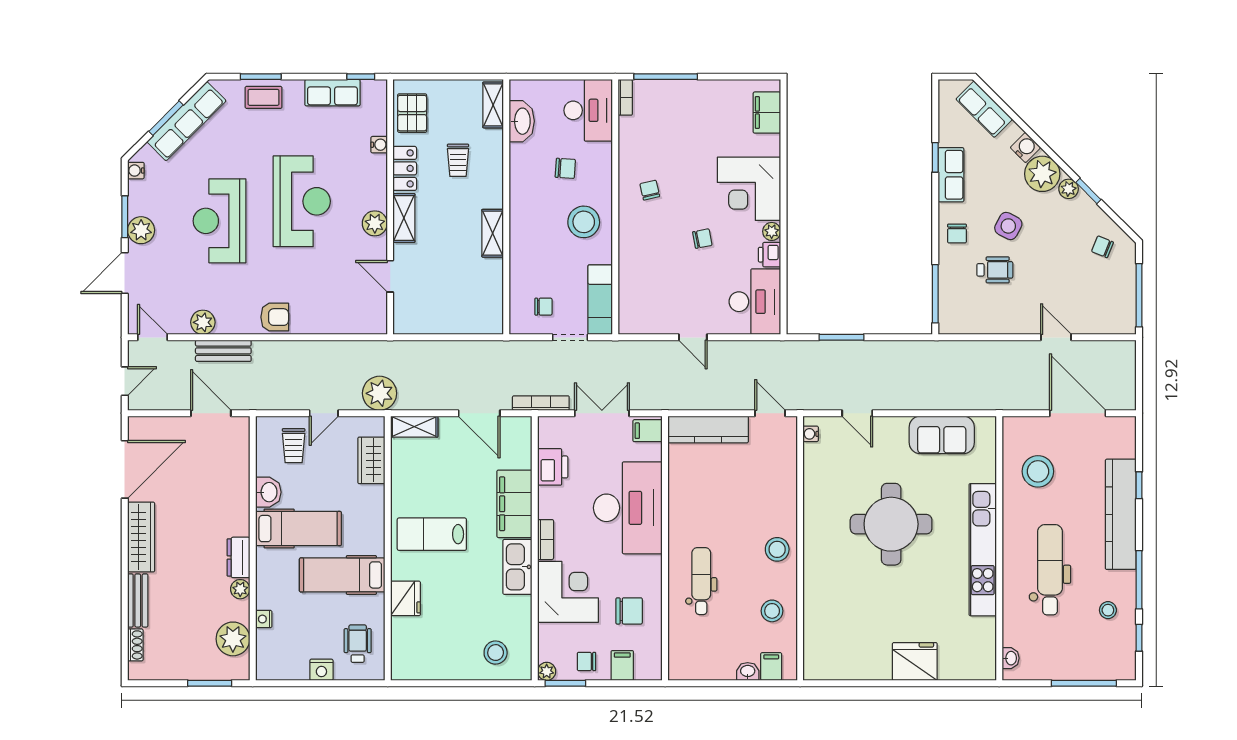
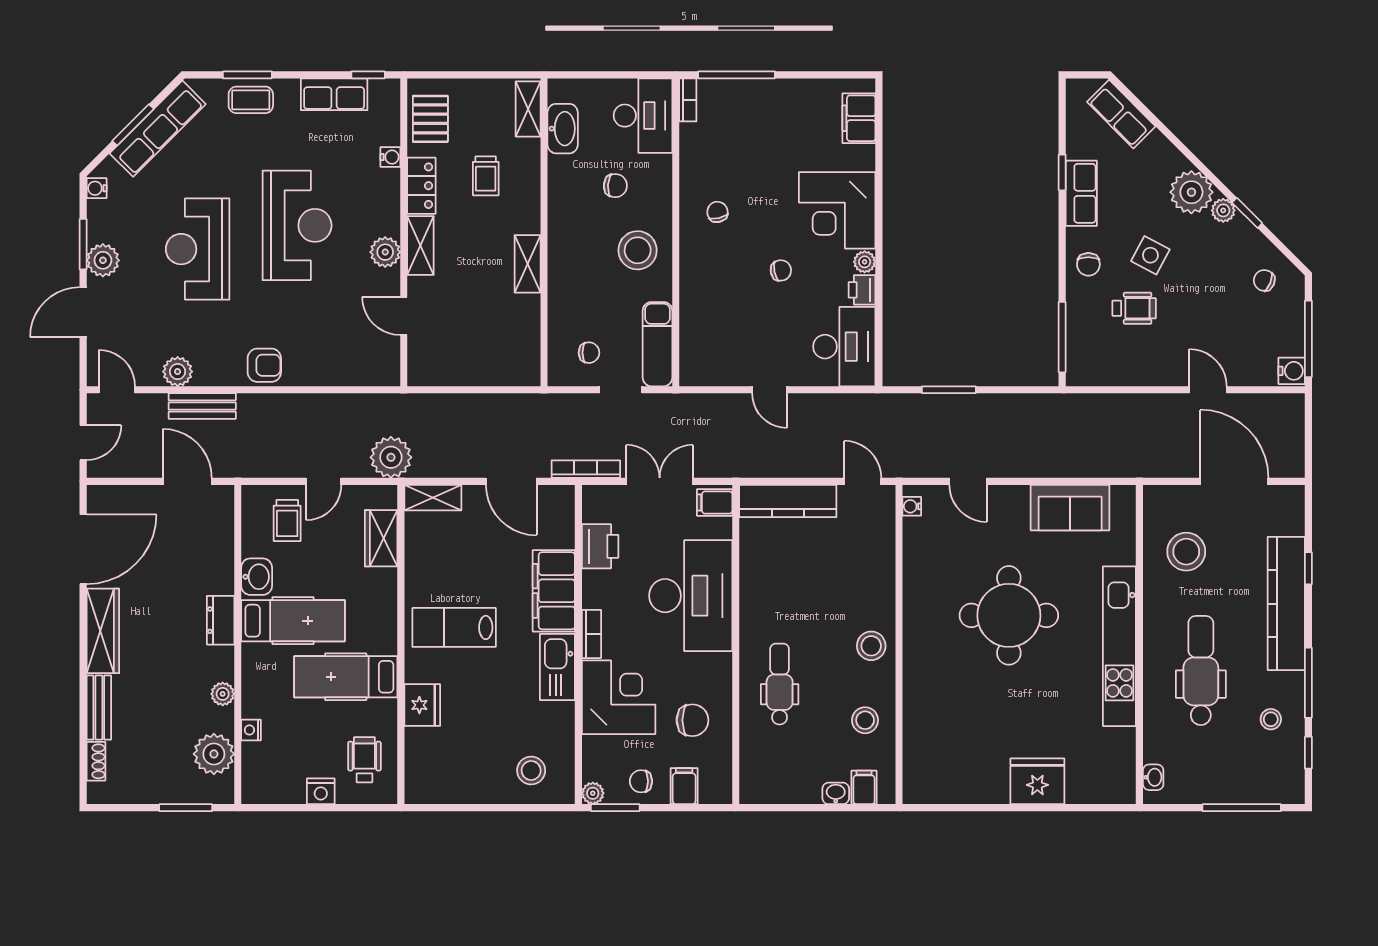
water cooler: (1025, 148) -> (1292, 371), moved, turned 45
dresser: (238, 557) -> (221, 620), moved

